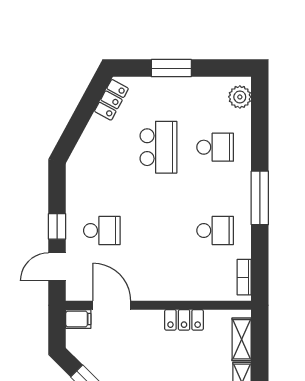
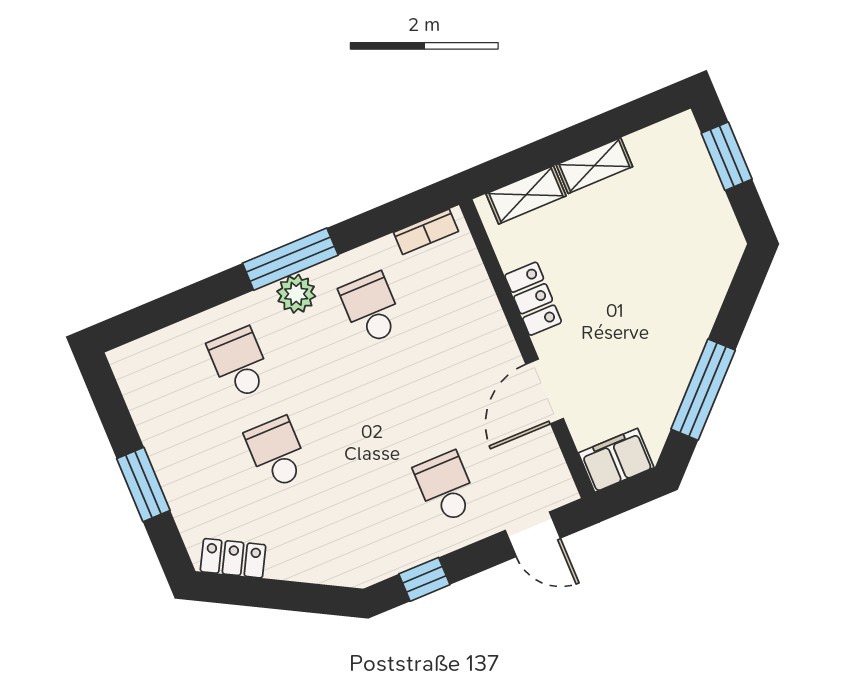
plant: (240, 97) -> (296, 294), moved
school desk: (158, 147) -> (277, 453), width x0.54
window: (57, 226) -> (424, 579), moved
door: (112, 305) -> (545, 391), moved
filing cabinet: (78, 319) -> (616, 460), width x2.00

